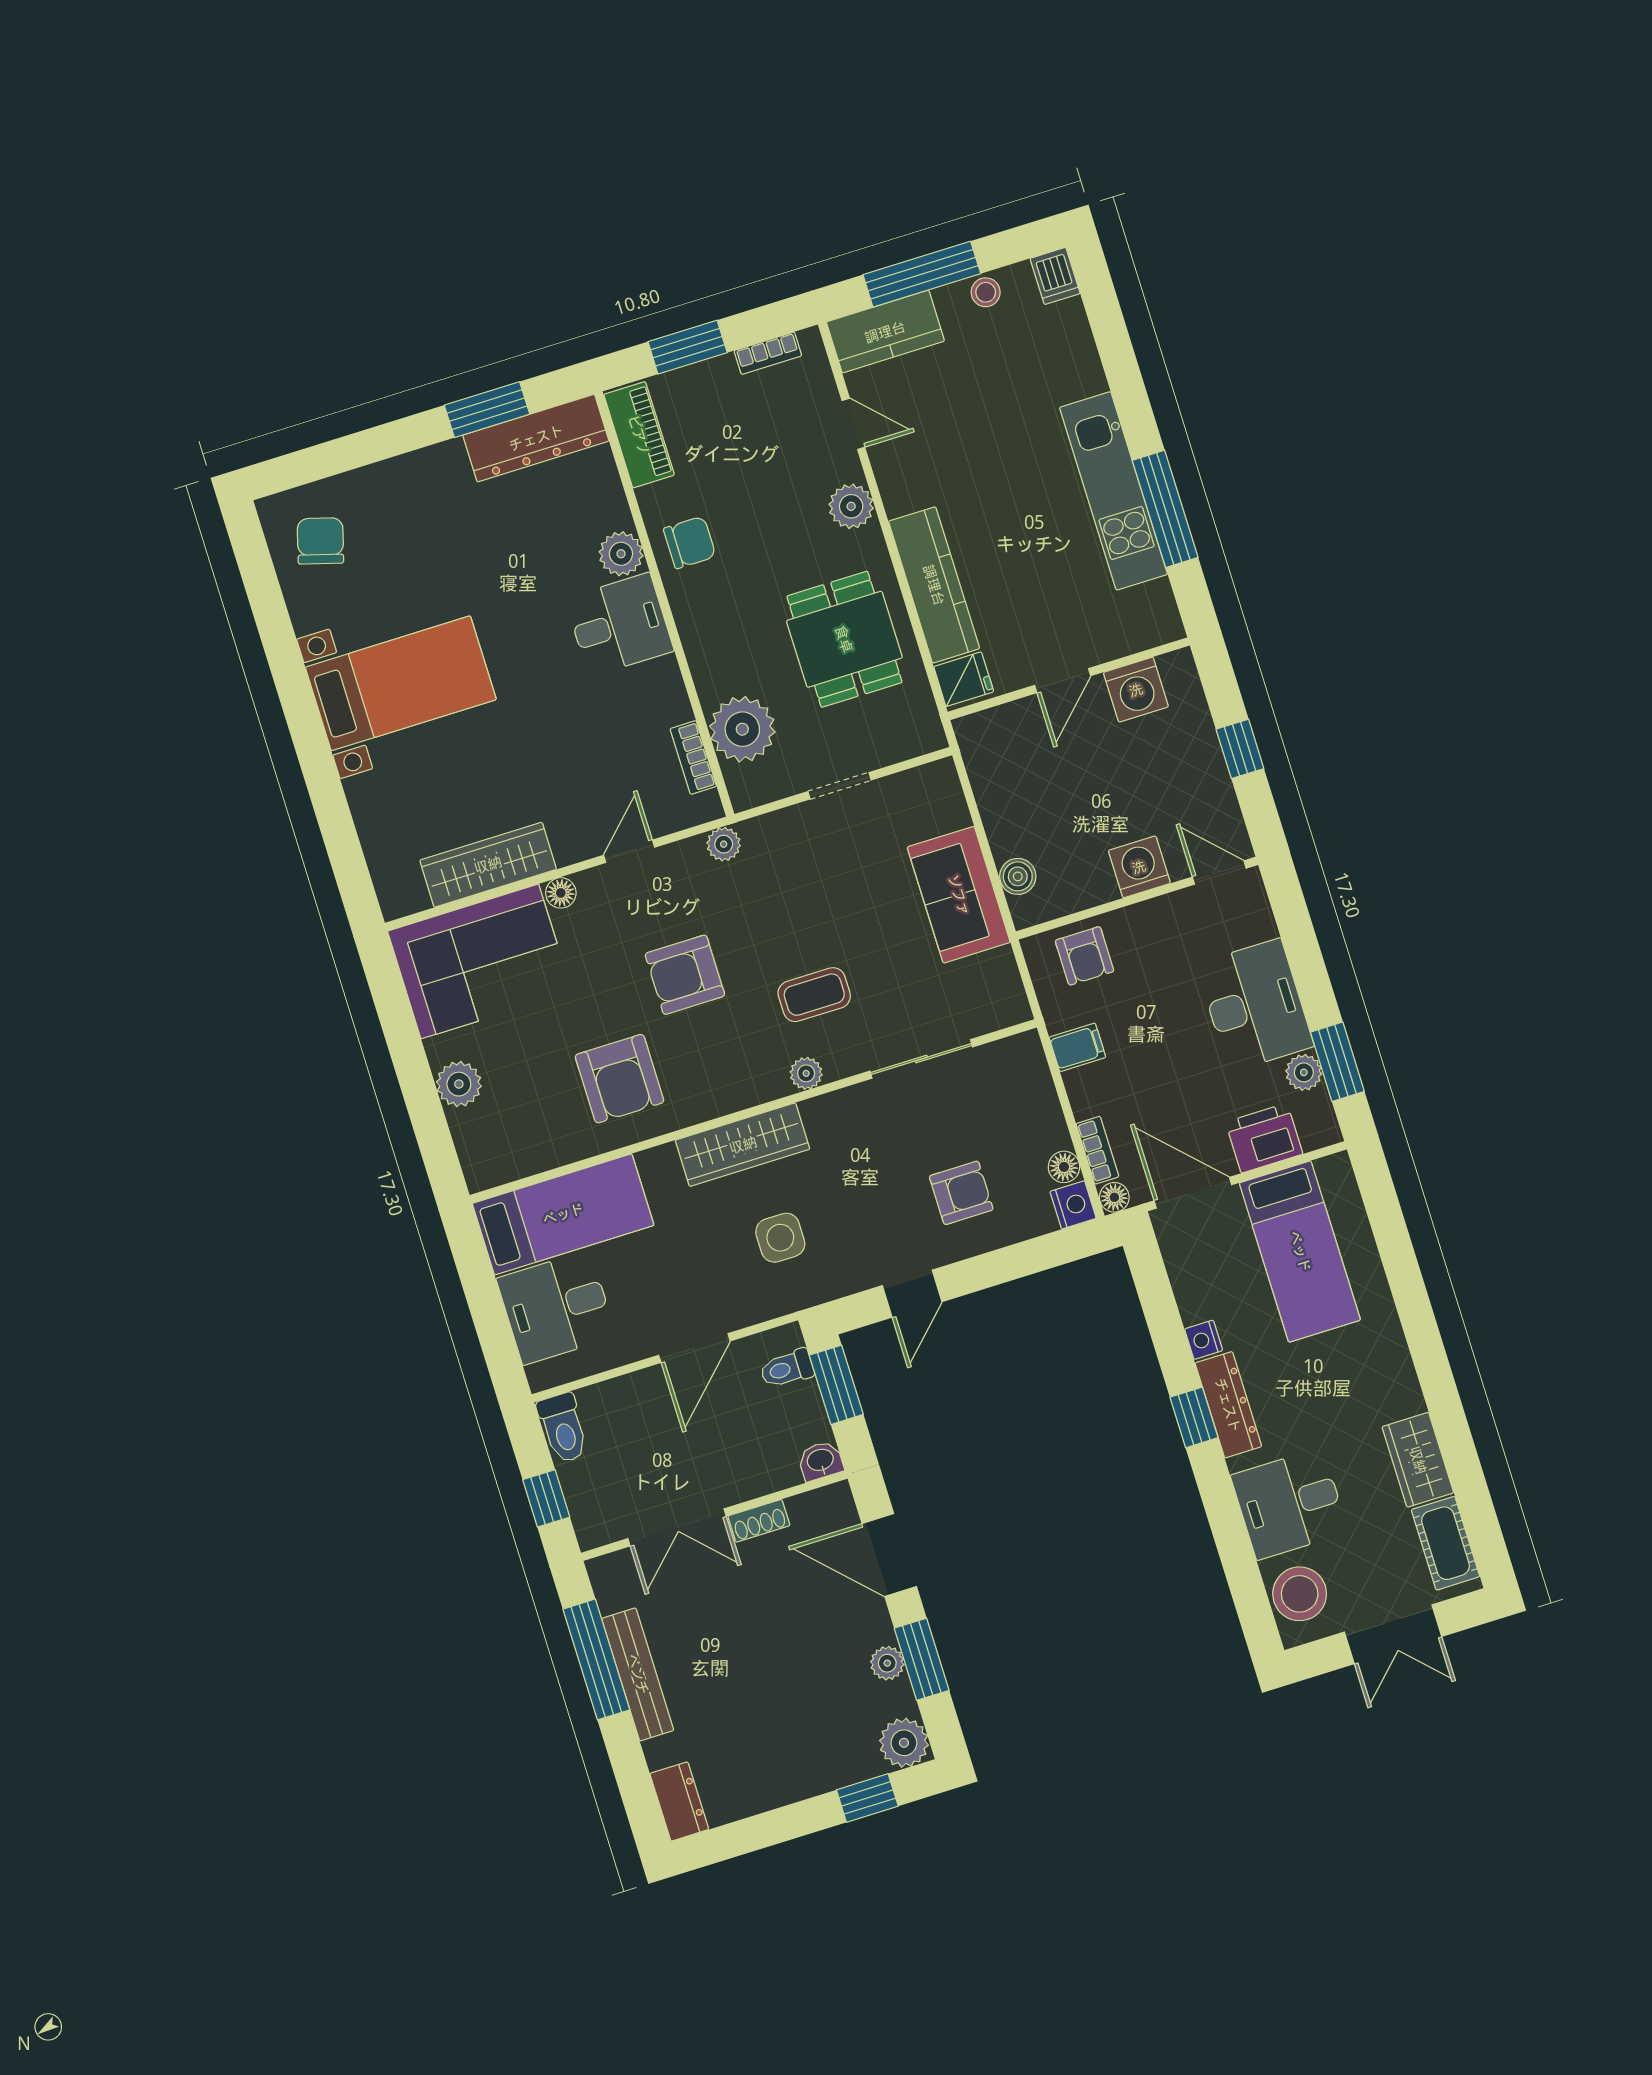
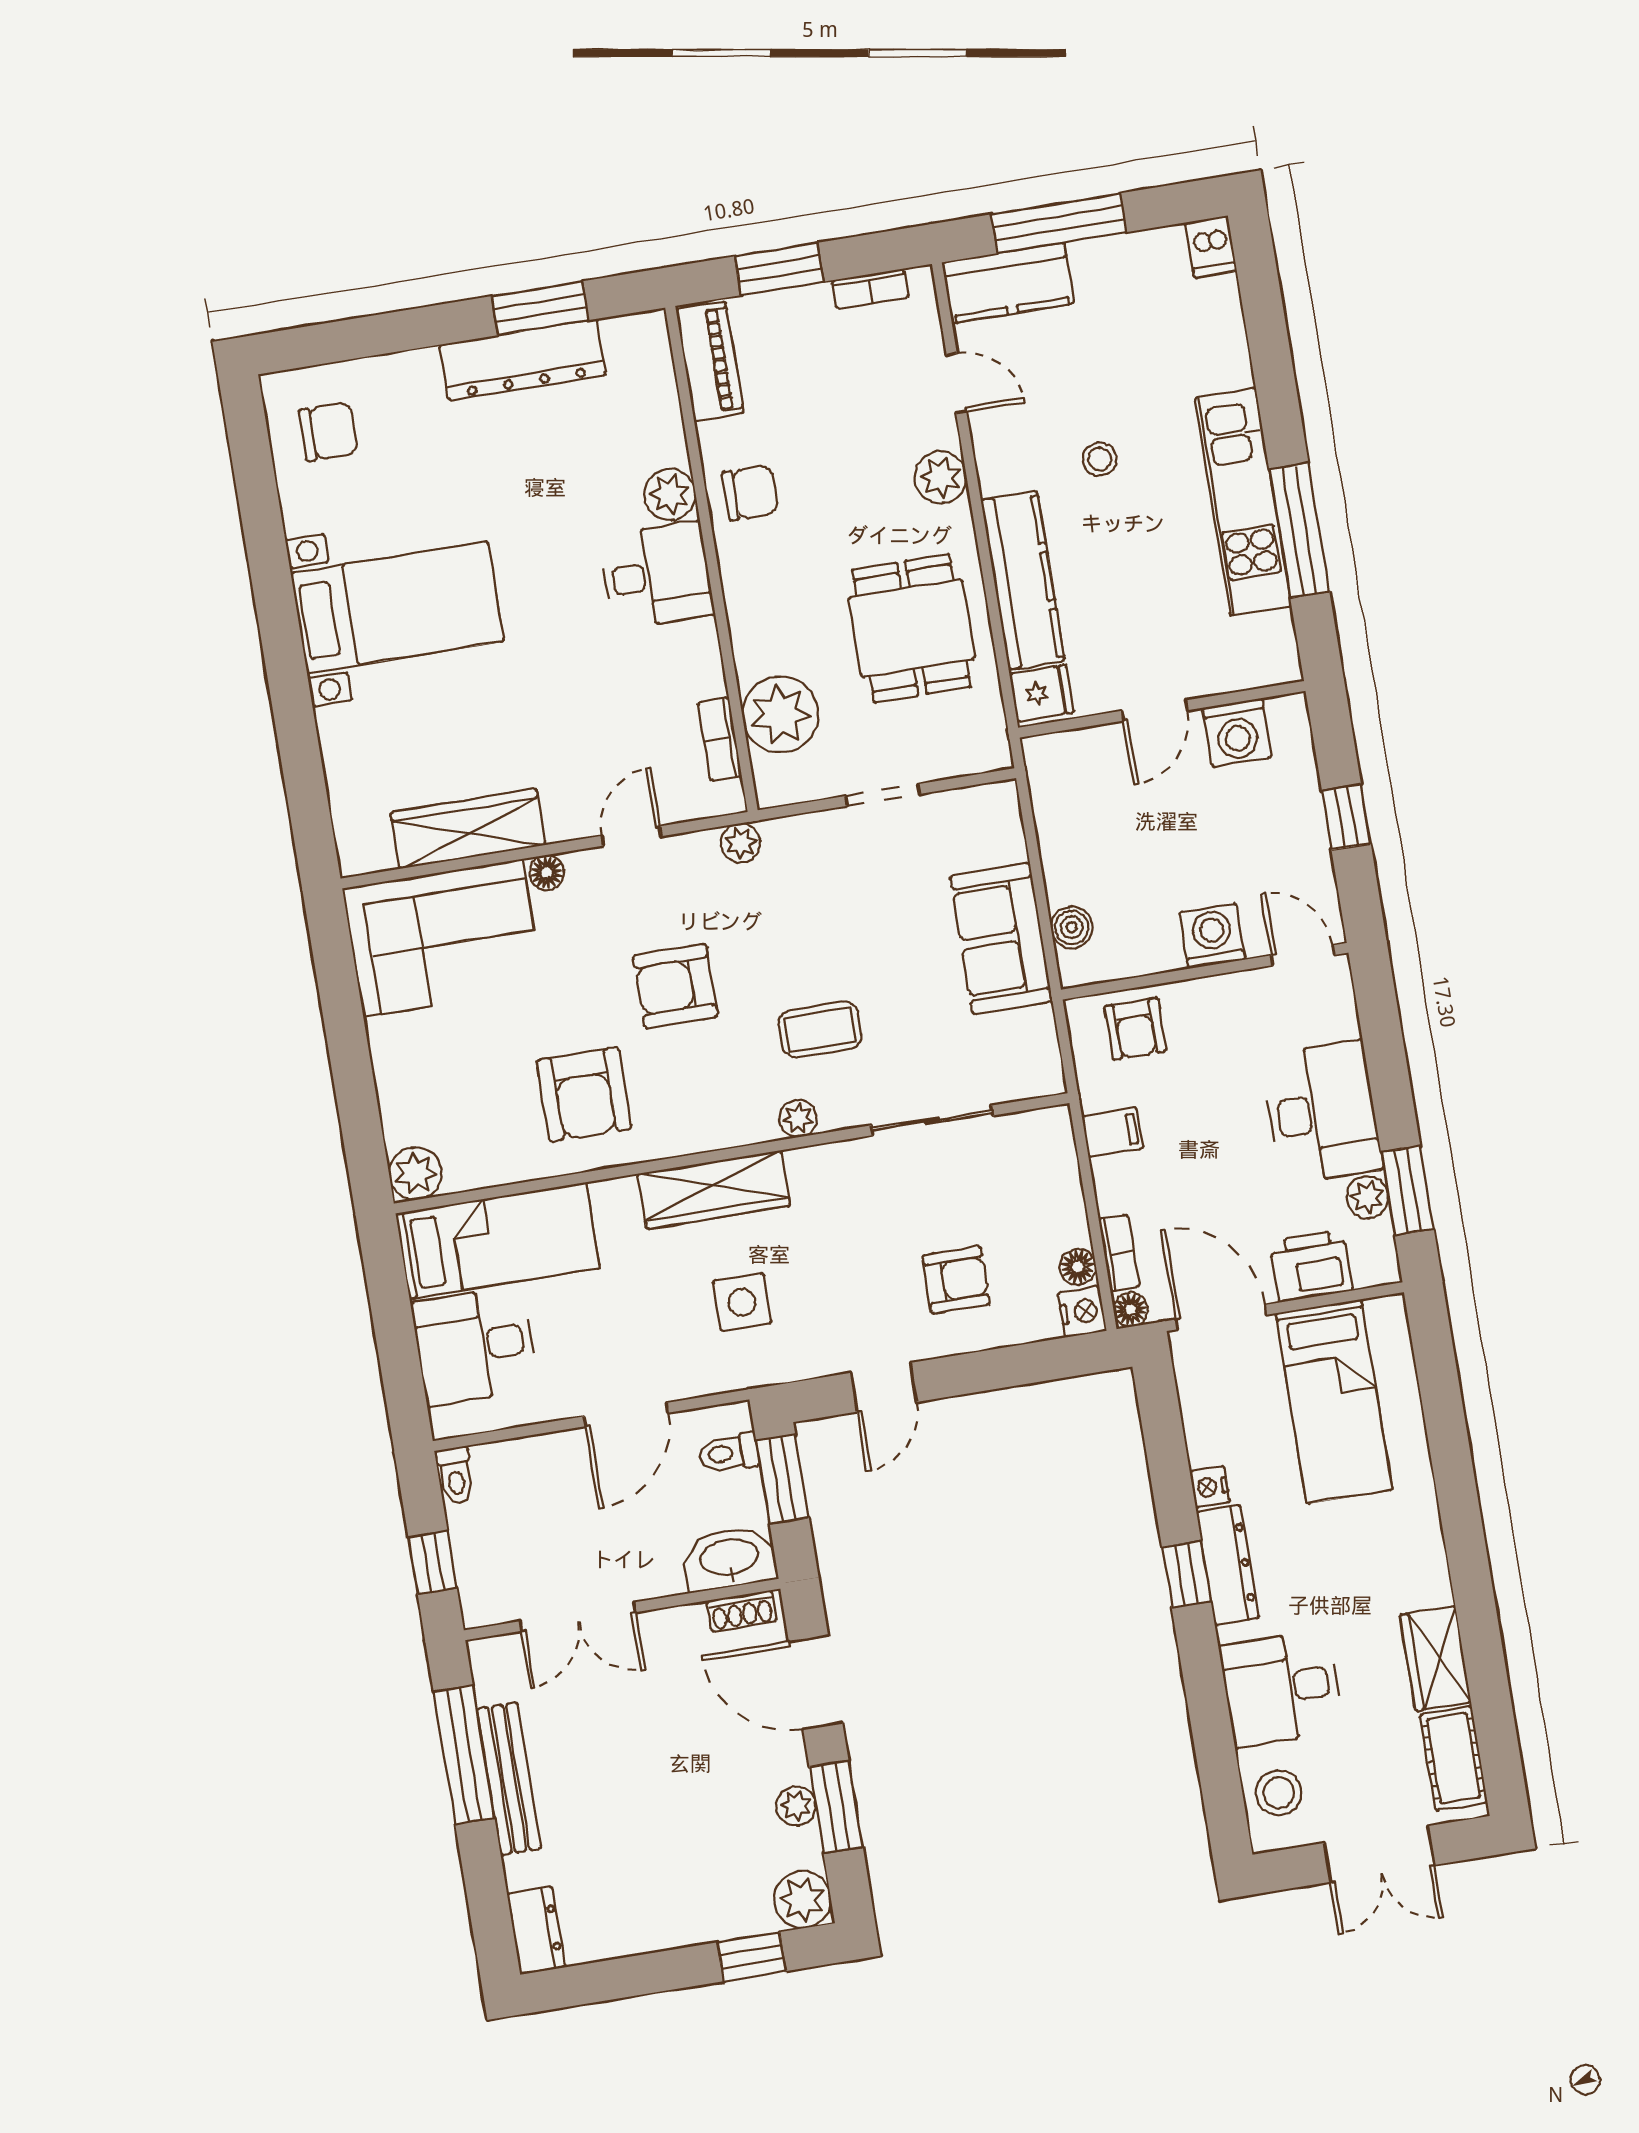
stool: (986, 292) -> (1100, 459), moved
dresser: (536, 438) -> (523, 360), moved
chair: (320, 541) -> (328, 432), turned 74
plant: (459, 1084) -> (415, 1173), moved
toilet: (563, 1428) -> (455, 1475), width x0.73, depth x0.72
washbasin: (821, 1461) -> (730, 1559), width x1.91, depth x1.45
shoe rack: (759, 1521) -> (742, 1611), moved
stool: (1300, 1594) -> (1279, 1793), width x0.73, depth x0.73

